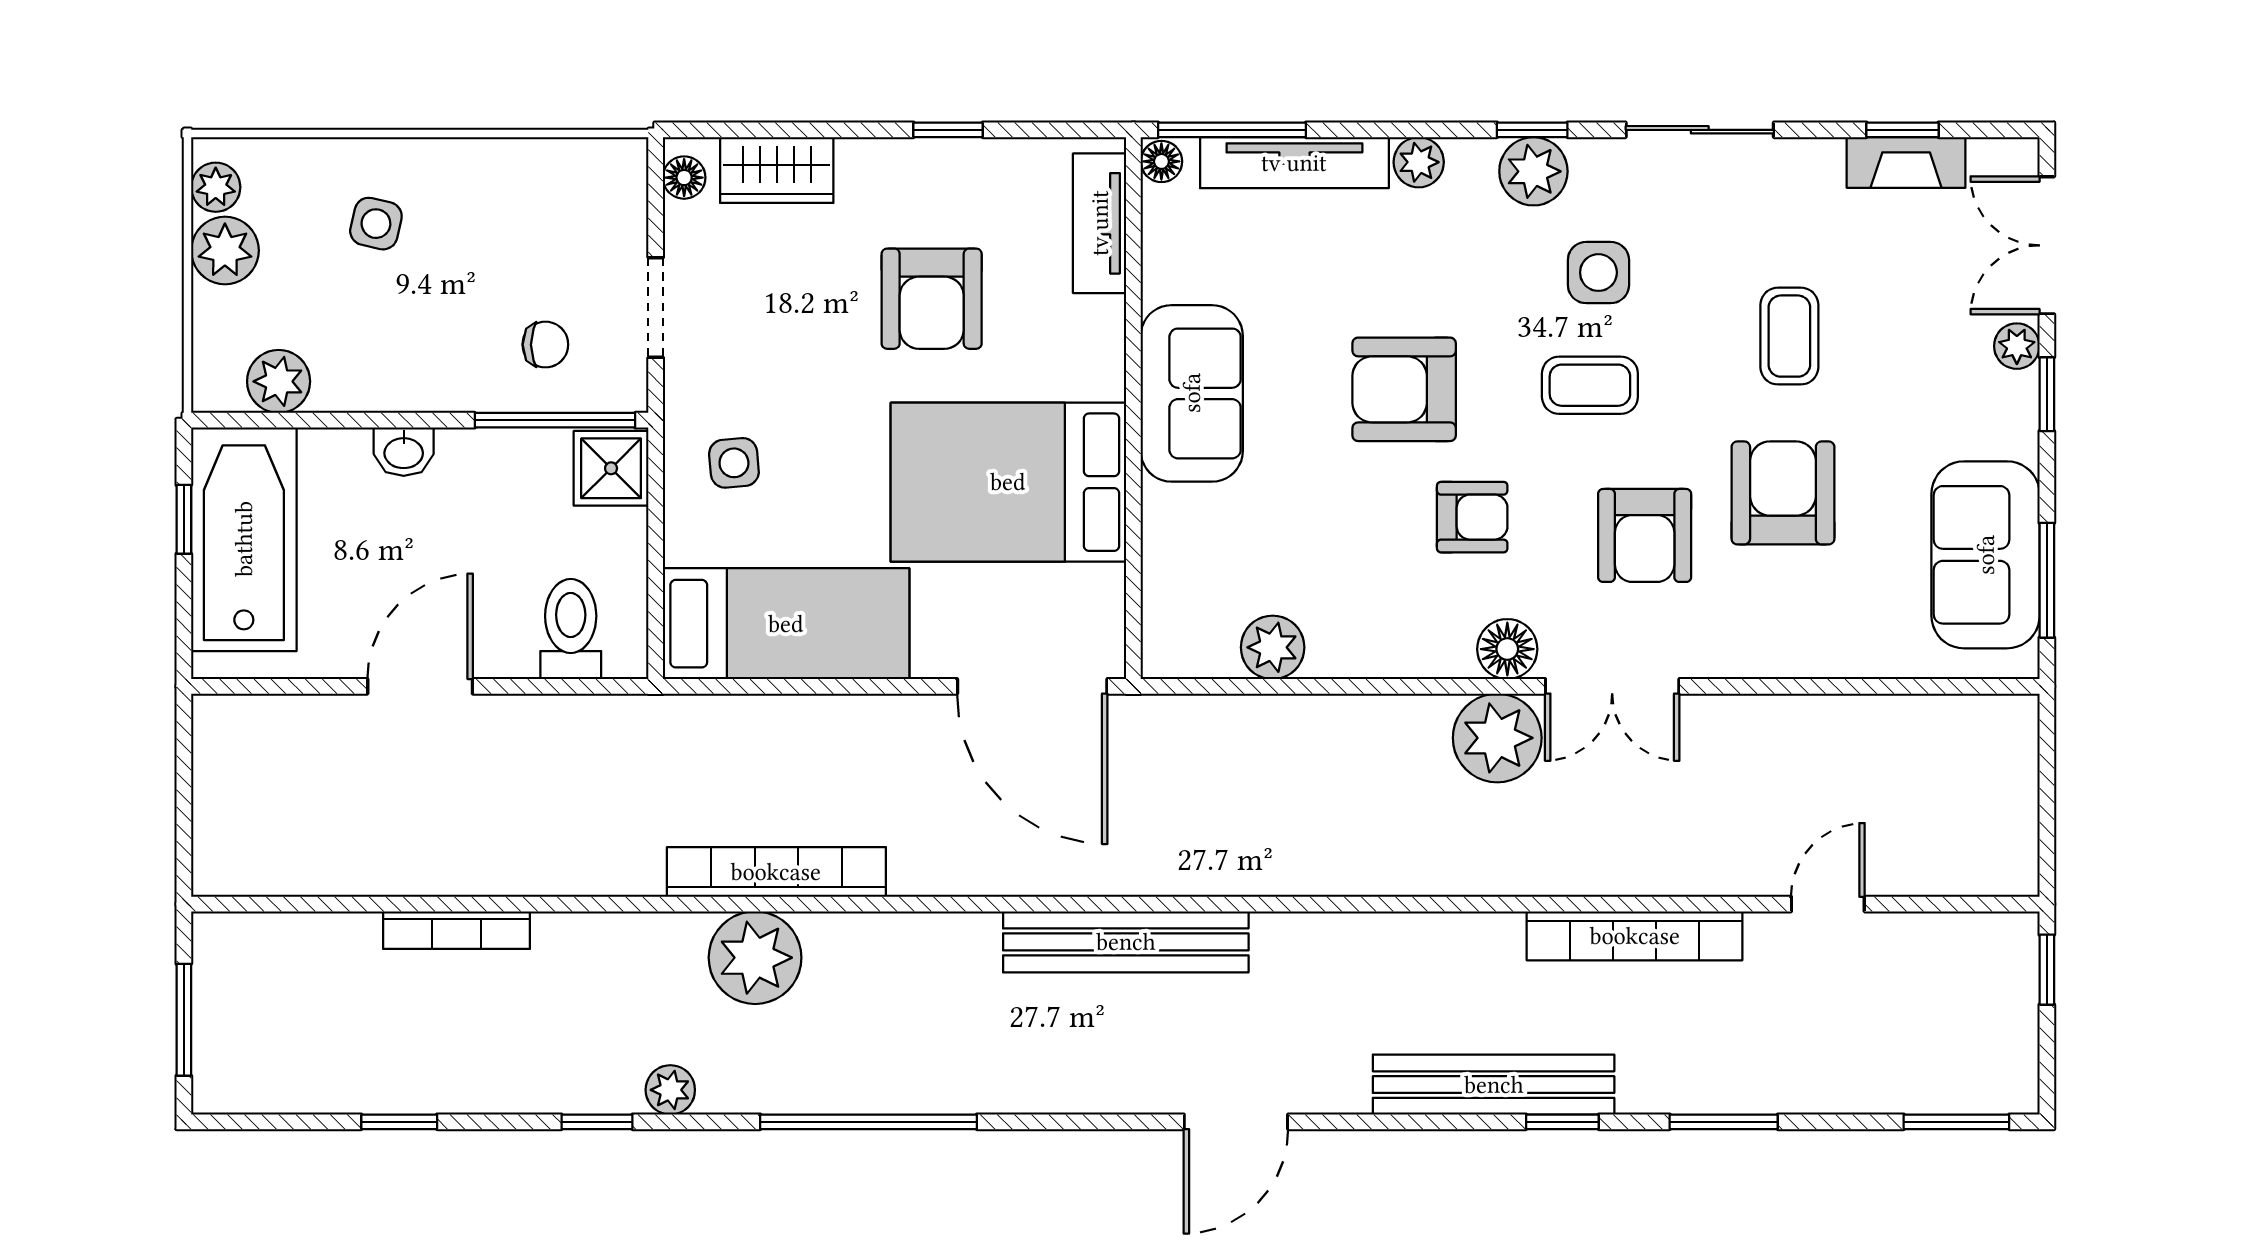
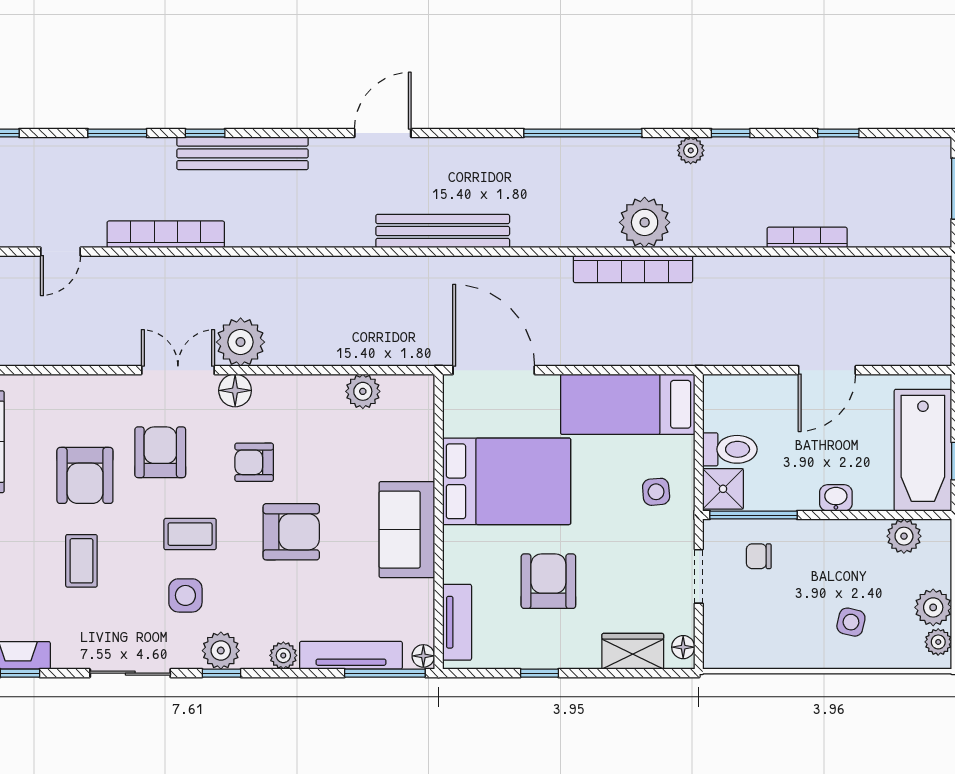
toilet: (571, 629) -> (730, 449), moved, turned -90

